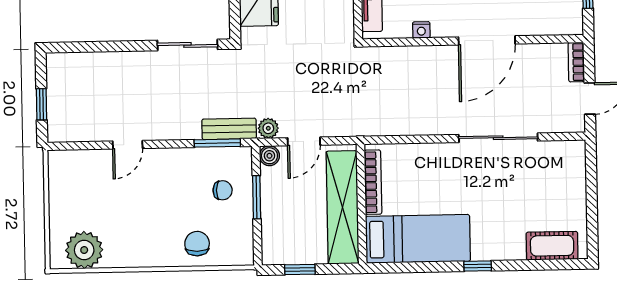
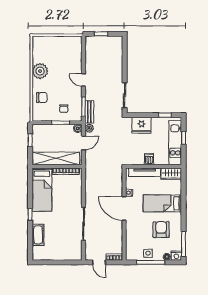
door: (487, 40) -> (124, 209), moved
door: (304, 141) -> (83, 143), swing flipped
door: (128, 145) -> (83, 80), moved
cot: (552, 246) -> (38, 235), moved
plant: (84, 250) -> (40, 71), moved

